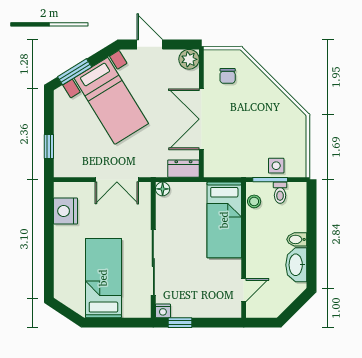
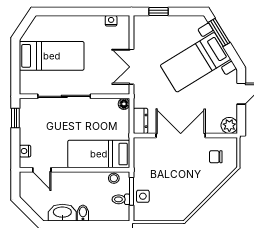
nightstand: (66, 211) -> (111, 21), width x0.53, depth x0.56
nightstand: (163, 311) -> (25, 151), moved

